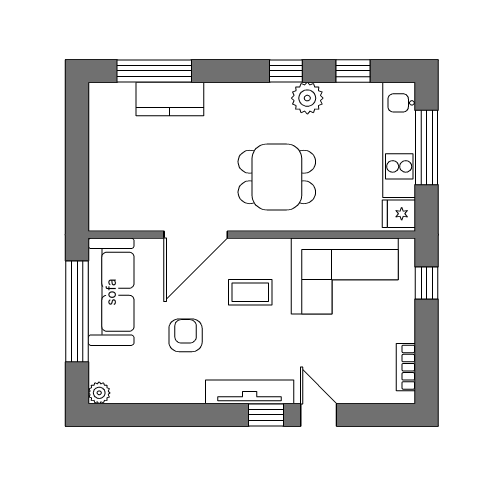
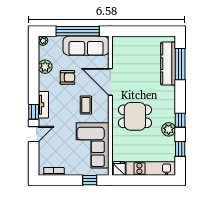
kitchen counter: (170, 99) -> (168, 64), width x1.50
window: (427, 148) -> (148, 180), removed
dining table: (277, 177) -> (135, 116), turned 90
plant: (160, 388) -> (45, 67), added
tv unit: (250, 392) -> (43, 105), width x0.71

